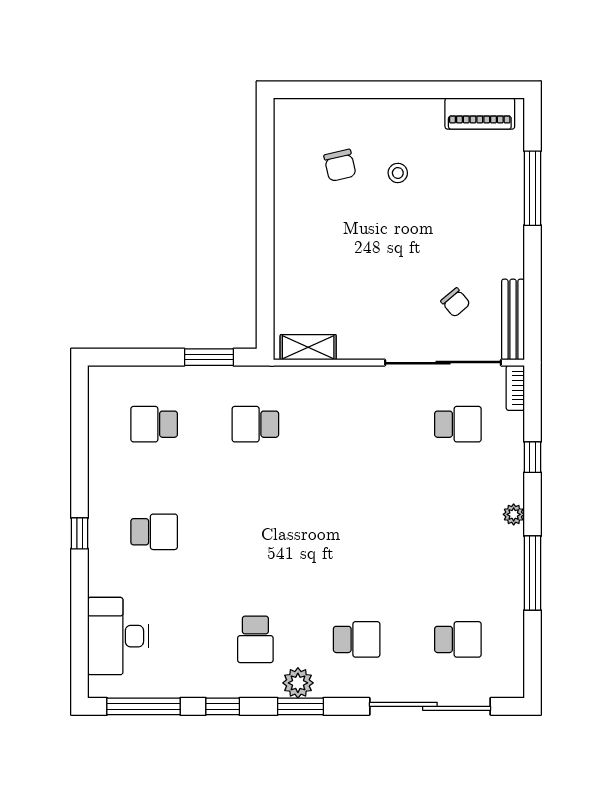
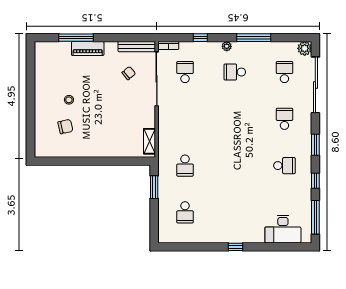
piano: (480, 114) -> (88, 49), moved, turned 90
school desk: (154, 532) -> (235, 72), moved, turned -90
plant: (298, 683) -> (305, 48), moved

